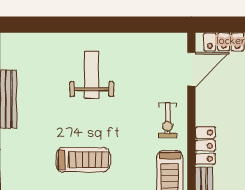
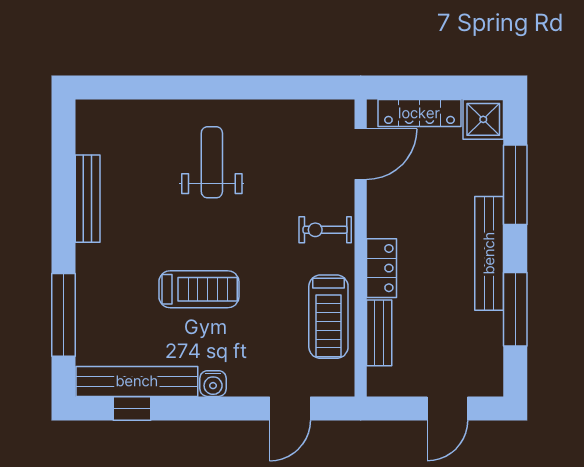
exercise bike: (167, 120) -> (325, 230), turned 90

